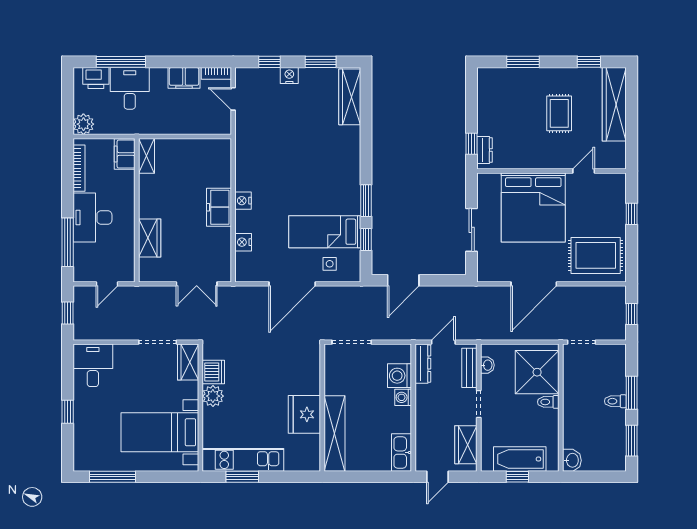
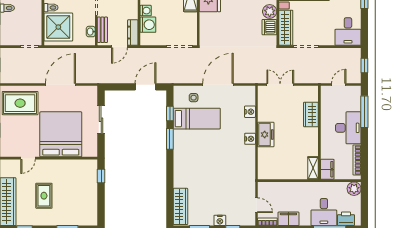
dresser: (485, 150) -> (93, 172), removed
wardrobe: (188, 362) -> (286, 28), width x1.50

